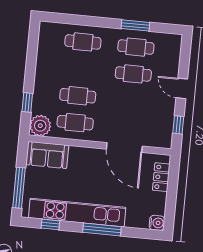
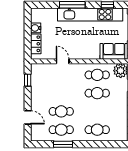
door: (182, 88) -> (28, 117), moved
door: (124, 148) -> (63, 61), width x0.53
water cooler: (157, 223) -> (36, 28), moved

